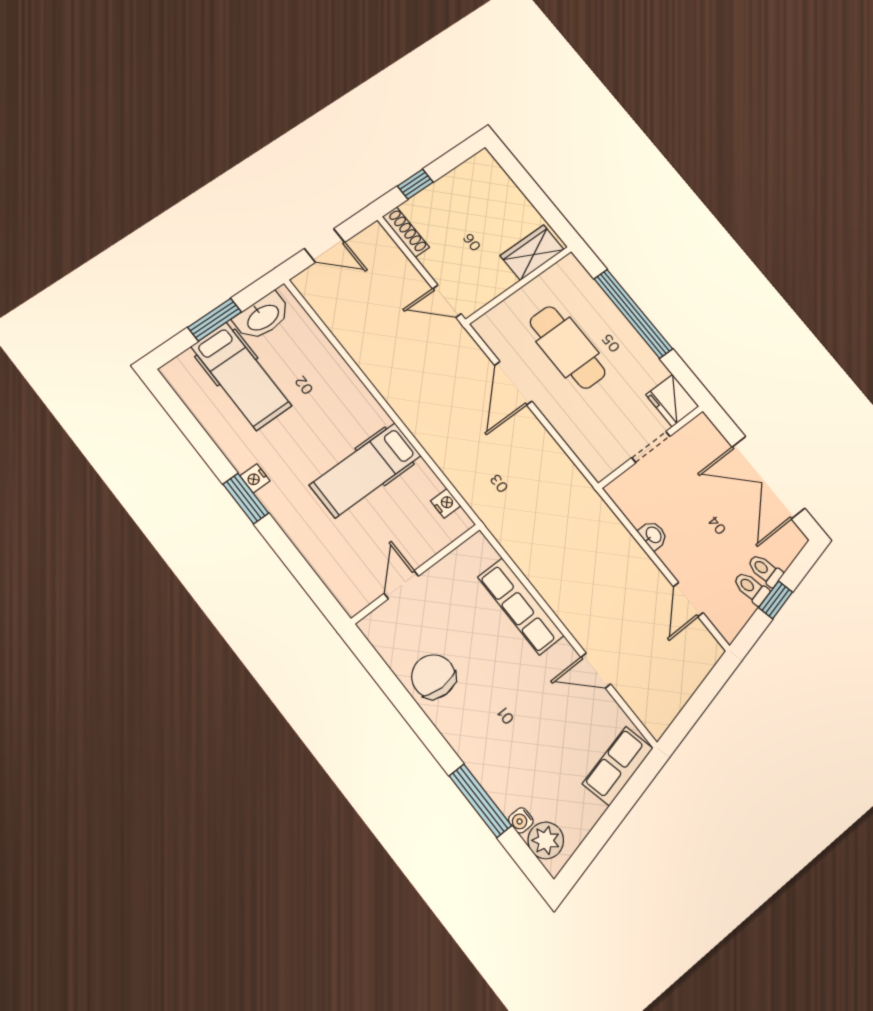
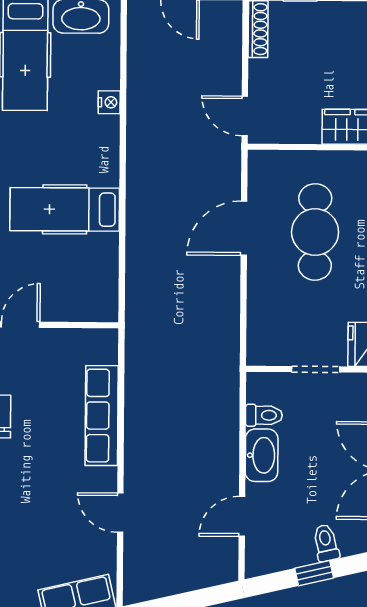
nightstand: (446, 503) -> (109, 102), moved
washbasin: (653, 535) -> (262, 455), width x1.91, depth x1.45
toilet: (751, 588) -> (264, 415), moved, turned 103

